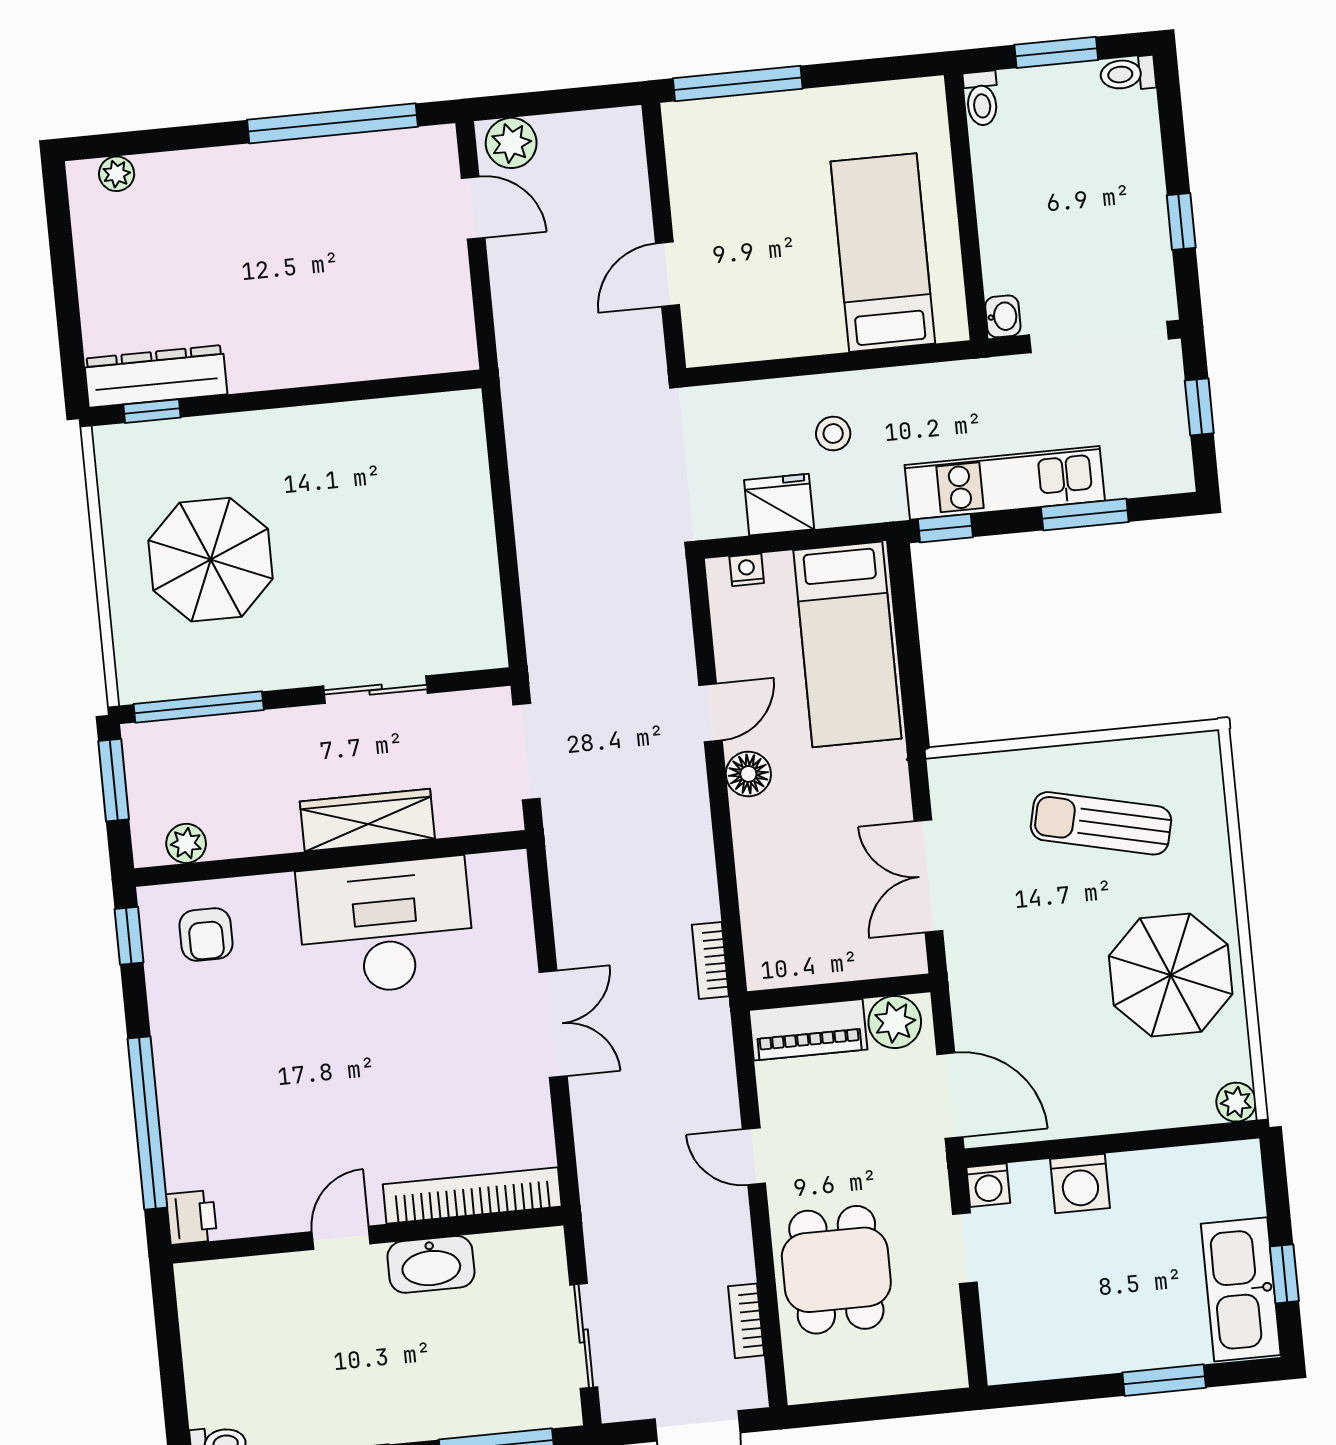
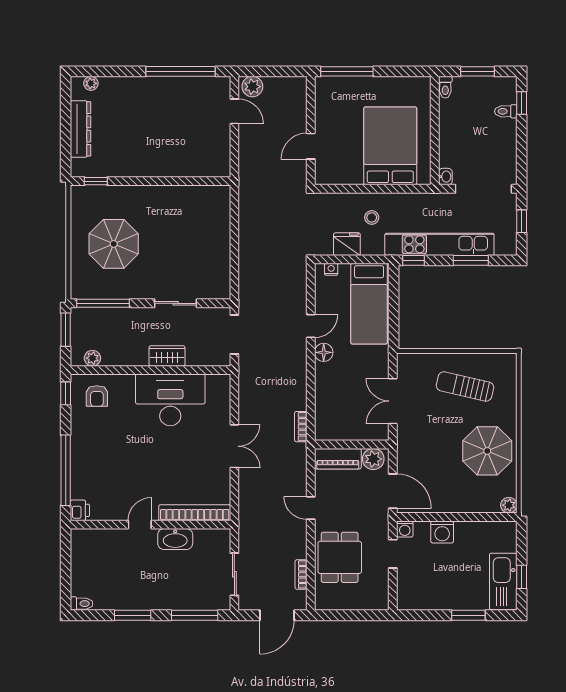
toilet: (1128, 74) -> (506, 111), moved
window: (1181, 222) -> (522, 103), moved
bed: (883, 253) -> (390, 146), width x1.50
dresser: (156, 376) -> (80, 129), moved, turned 90
kitchen unit: (1005, 483) -> (439, 244), width x1.36
wardrobe: (367, 820) -> (167, 356), width x0.67

